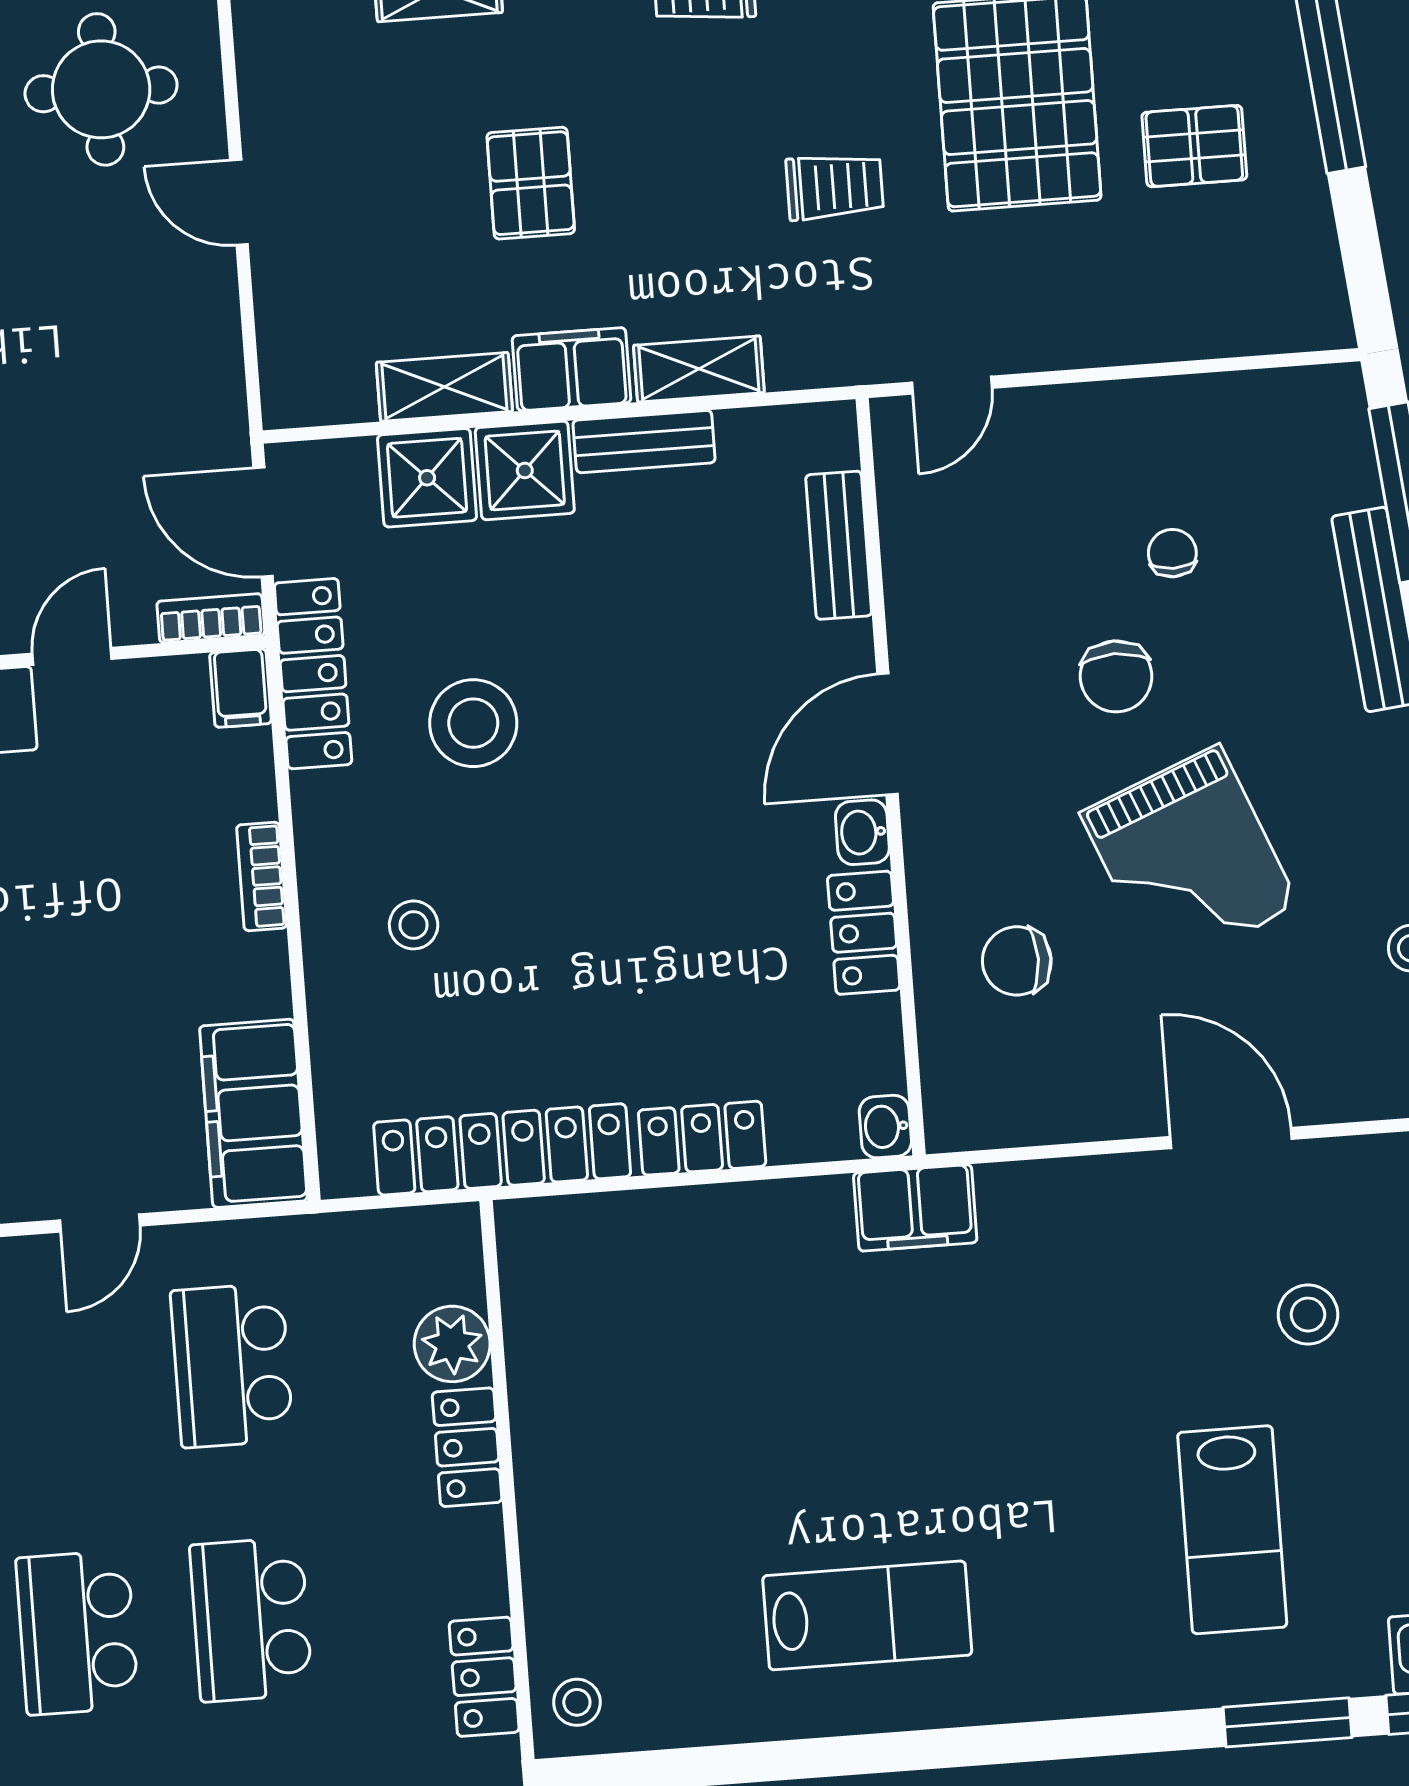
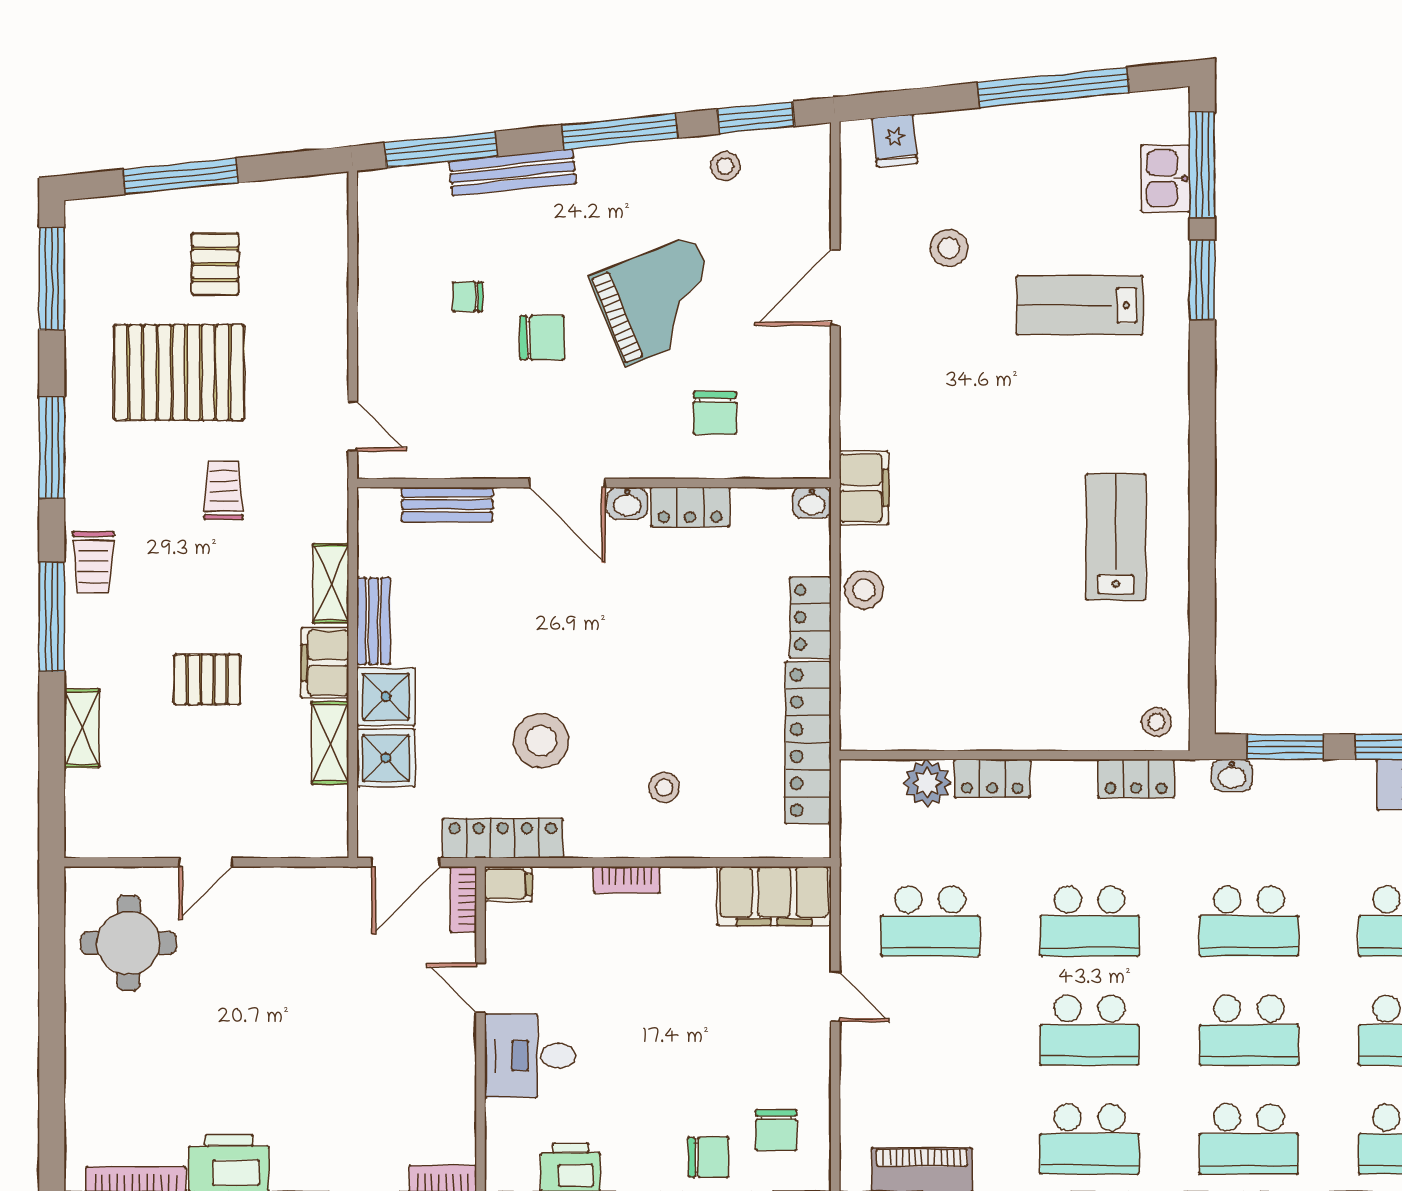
stool: (753, 1220) -> (864, 590), added
lab bench: (1232, 1530) -> (1080, 305), turned 180

